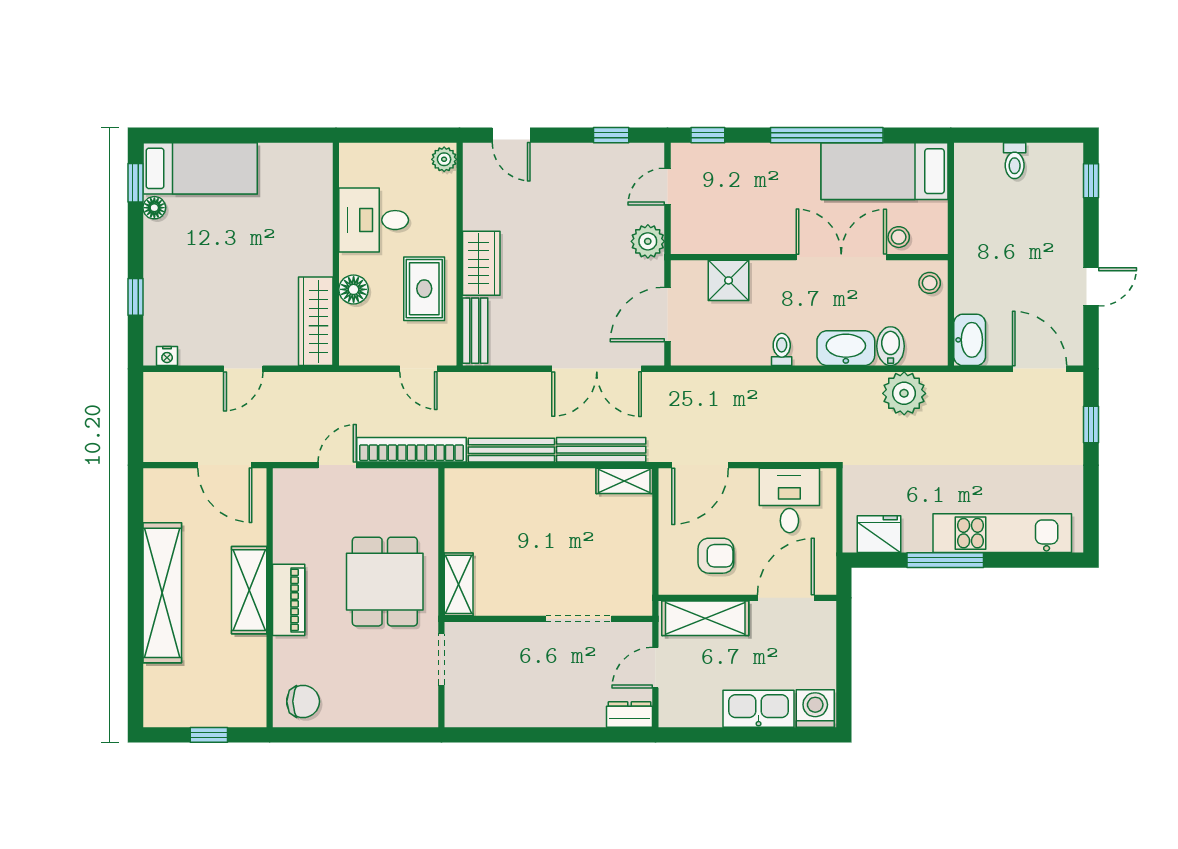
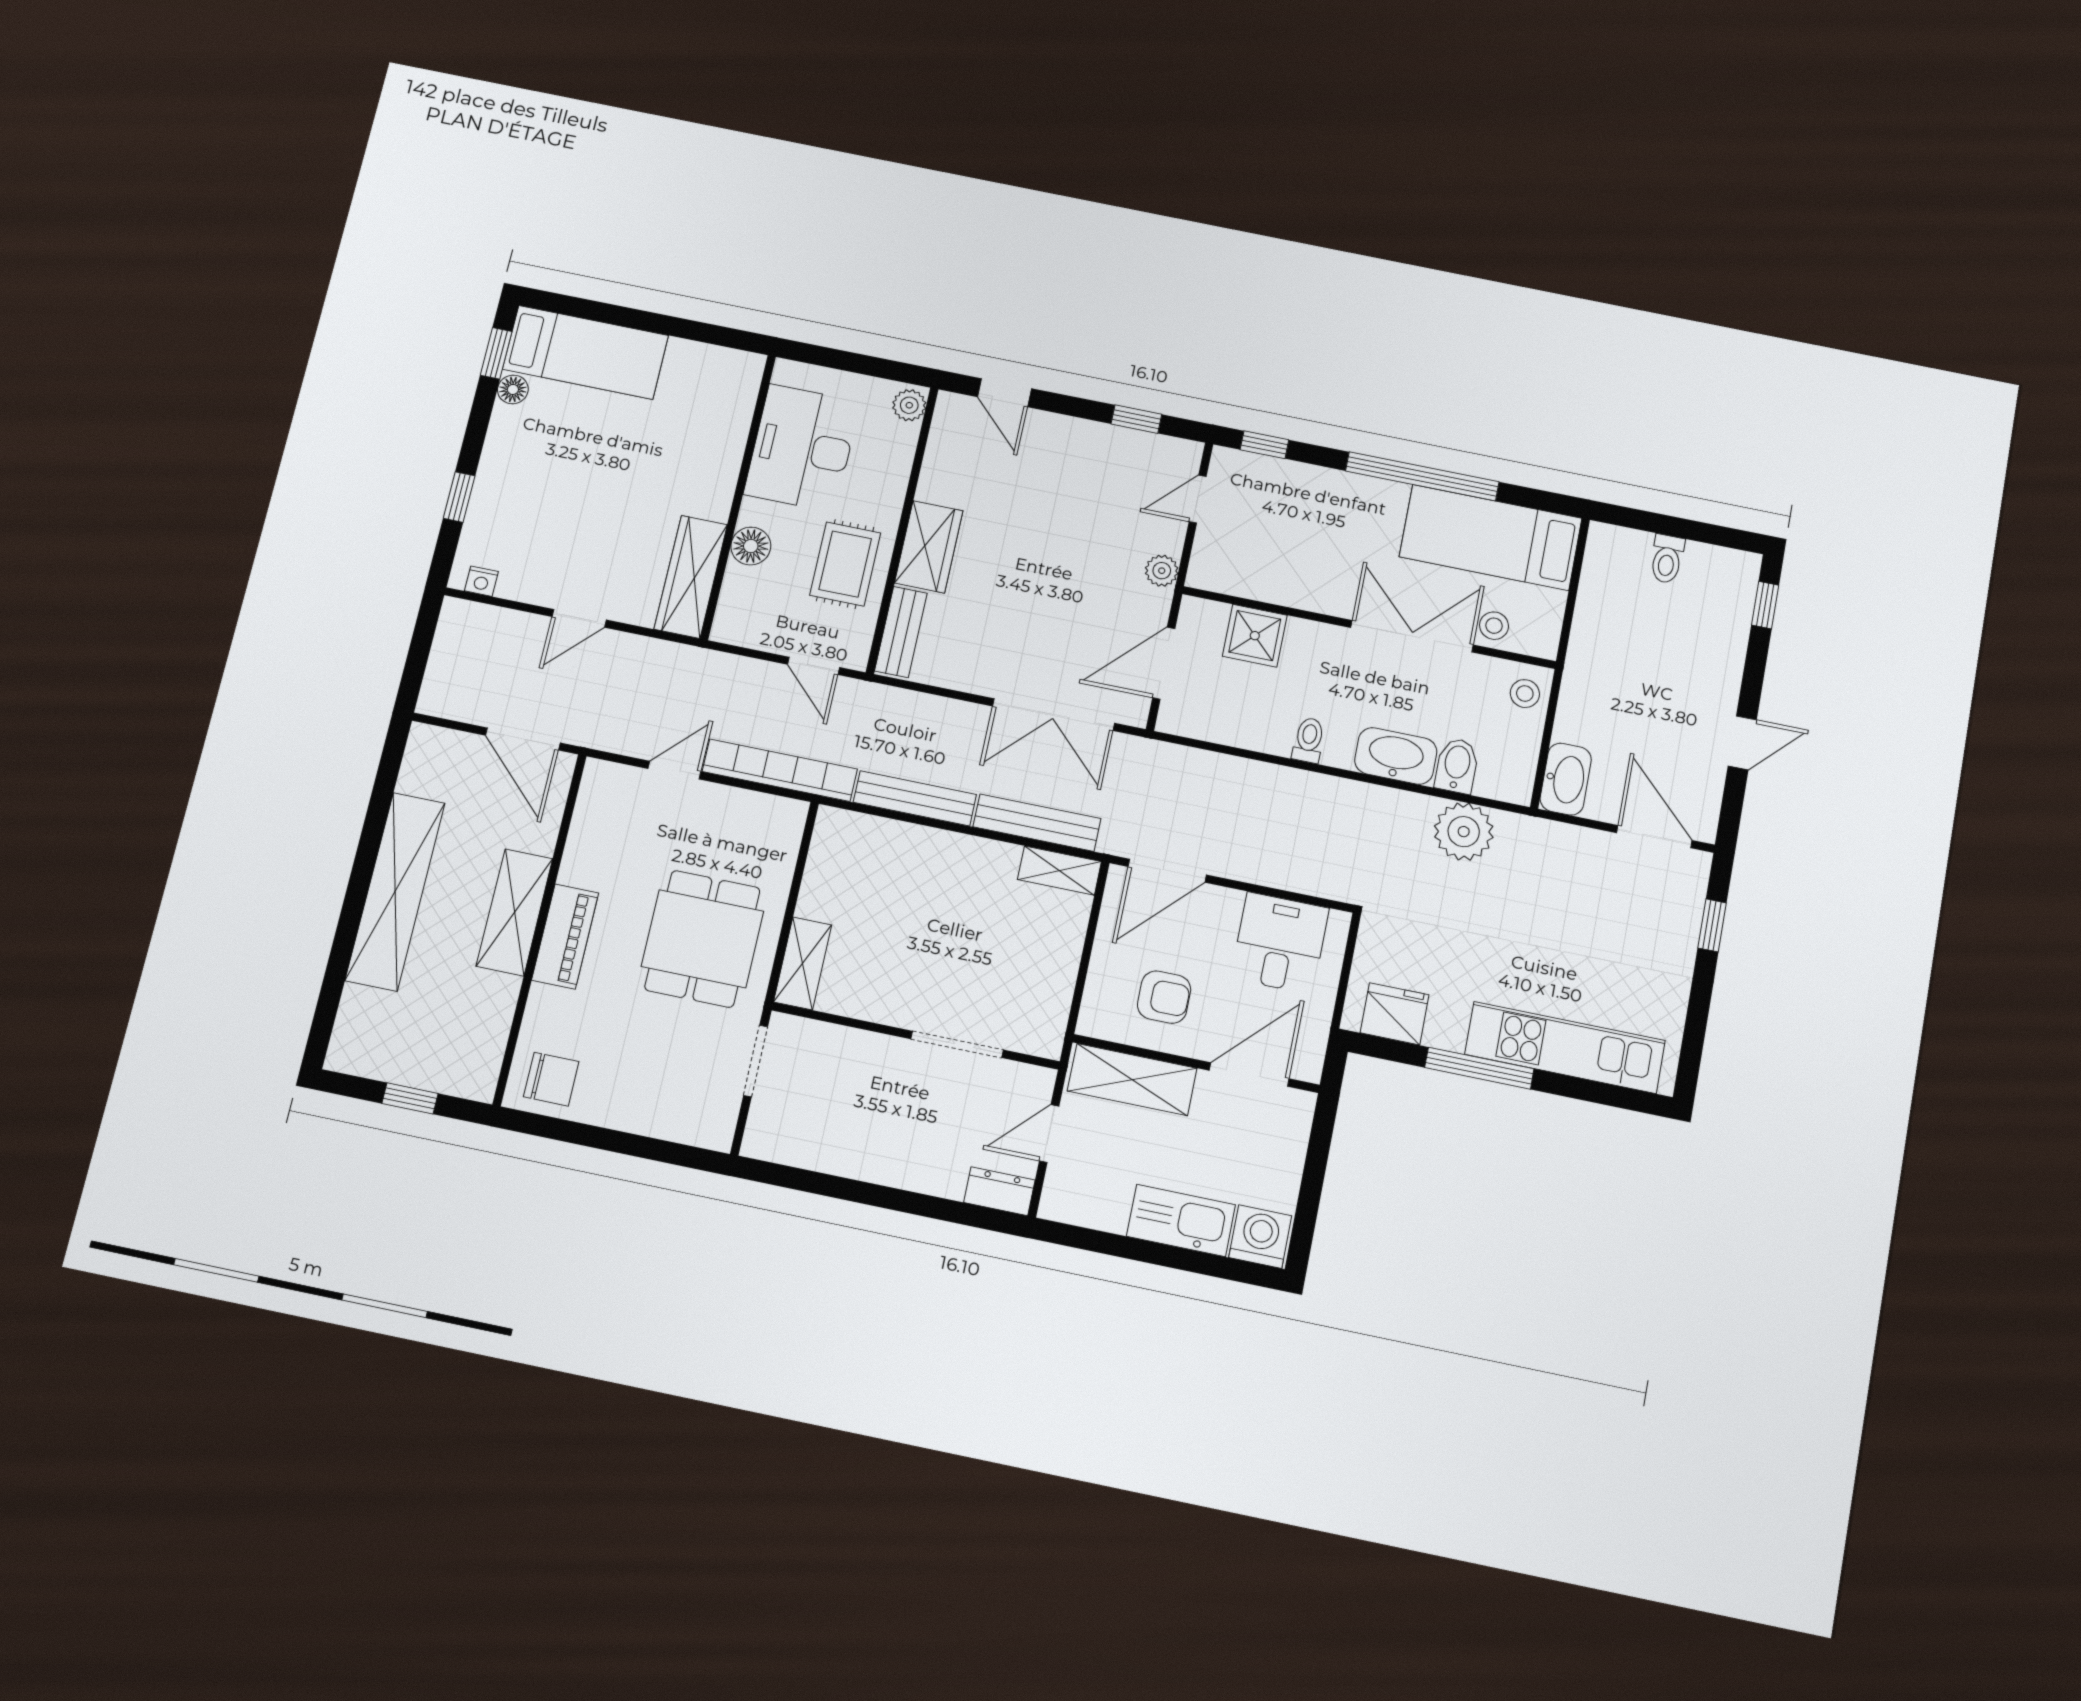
desk: (374, 220) -> (802, 448), width x1.37
plant: (648, 241) -> (1162, 571), width x0.73, depth x0.73

